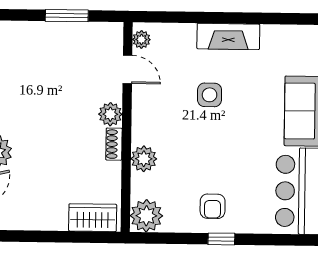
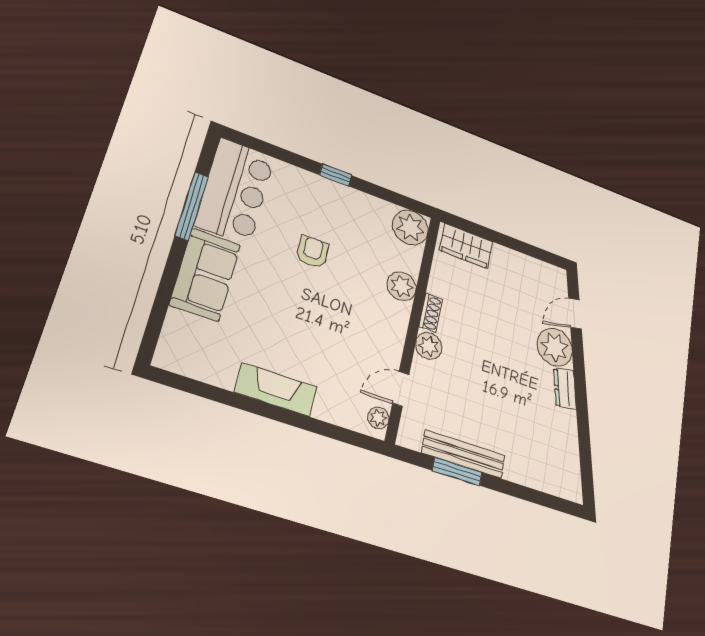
bench: (64, 31) -> (463, 454), added
door: (127, 69) -> (401, 389), hinge flipped
side table: (210, 95) -> (314, 330), removed
armchair: (213, 206) -> (312, 252), moved

